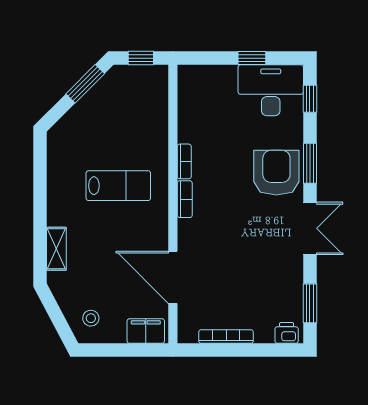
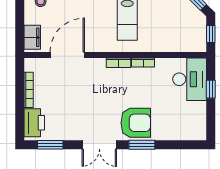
window: (252, 58) -> (211, 89), moved
desk: (271, 90) -> (190, 79), moved
window: (310, 99) -> (184, 145), removed
printer: (287, 333) -> (34, 123), width x1.87, depth x1.48

